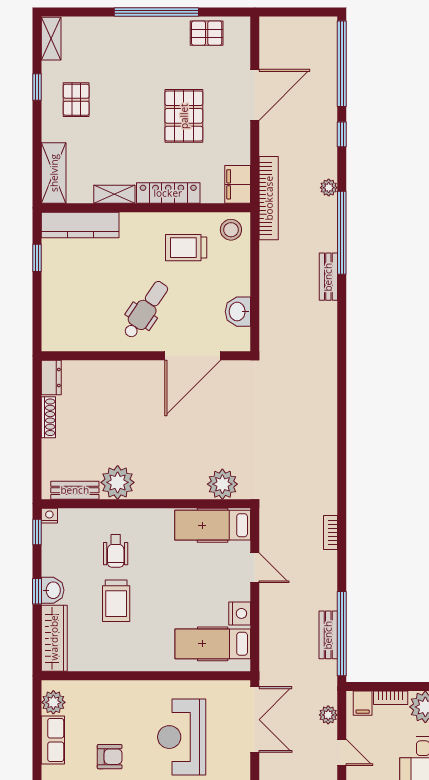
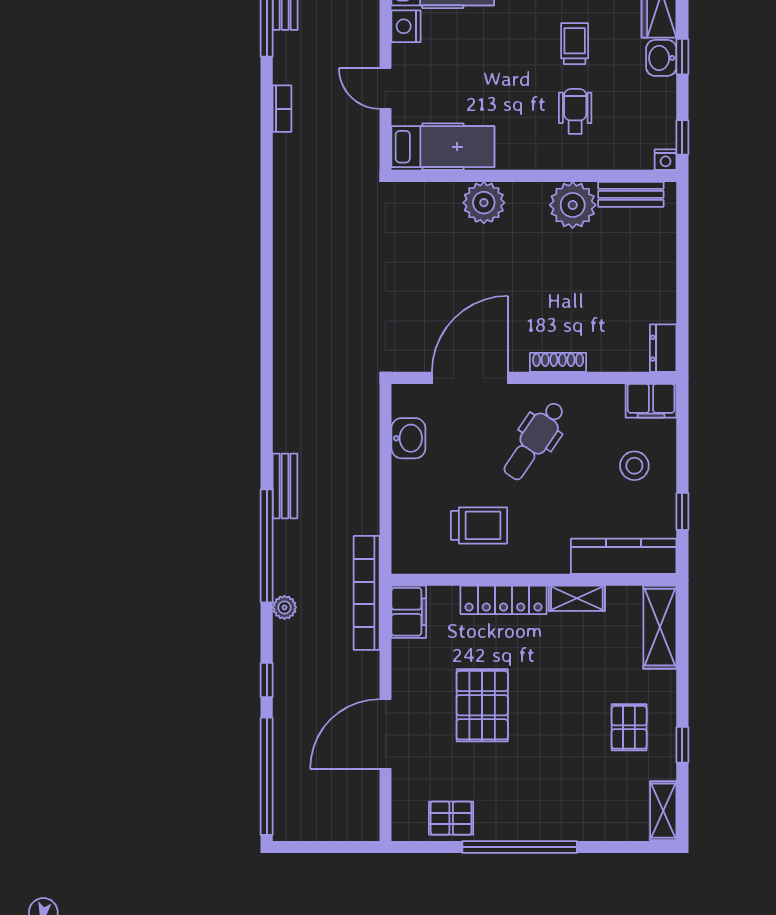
stool: (231, 230) -> (634, 466), moved
filing cabinet: (60, 339) -> (651, 401), added
shoe rack: (48, 417) -> (558, 362), moved, turned 90
plant: (222, 484) -> (484, 203), moved
bookcase: (331, 532) -> (282, 109), moved
trolley: (116, 601) -> (575, 44), width x0.73, depth x0.72

